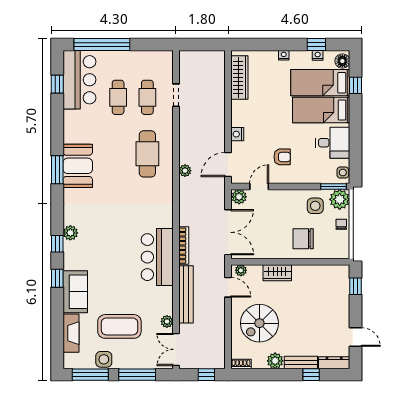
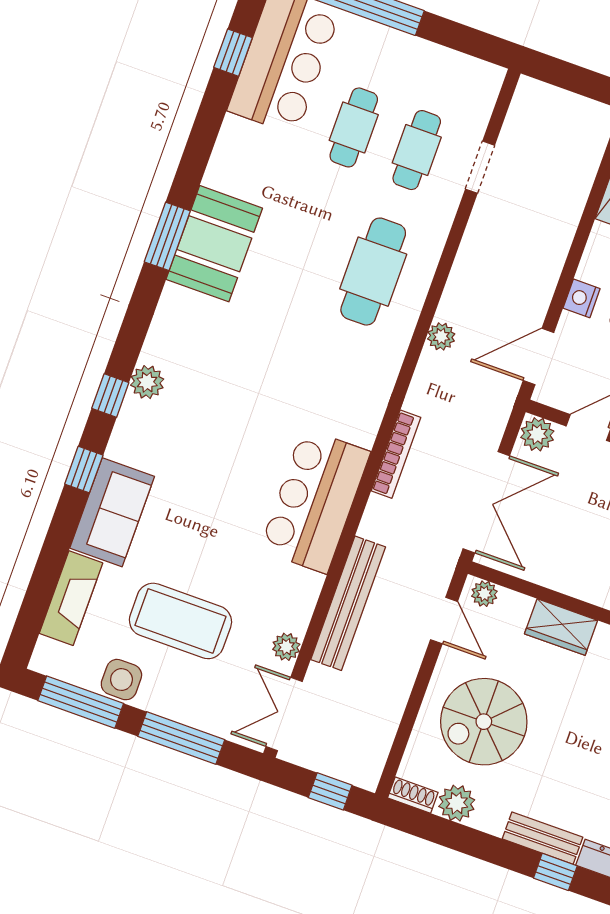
bookcase: (184, 246) -> (396, 454), moved
plant: (275, 361) -> (457, 803), moved

